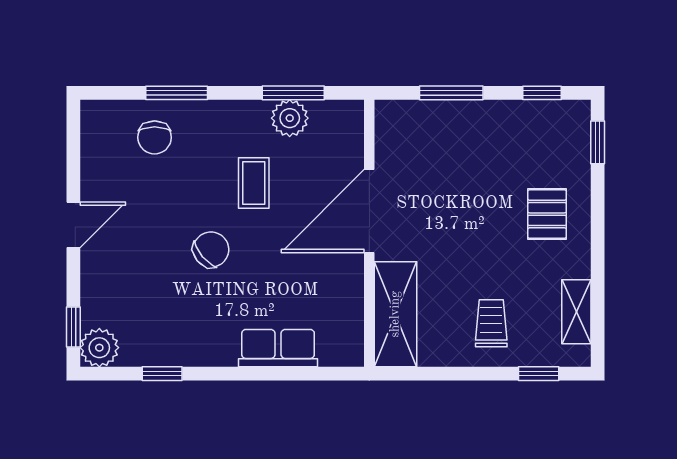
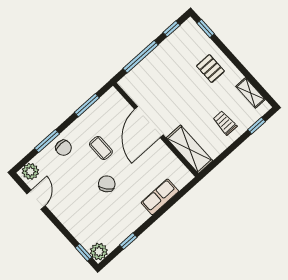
window: (451, 93) -> (141, 57), width x1.44
plant: (290, 118) -> (30, 171), moved
chair: (155, 137) -> (64, 148), moved
door: (73, 225) -> (36, 200), moved

